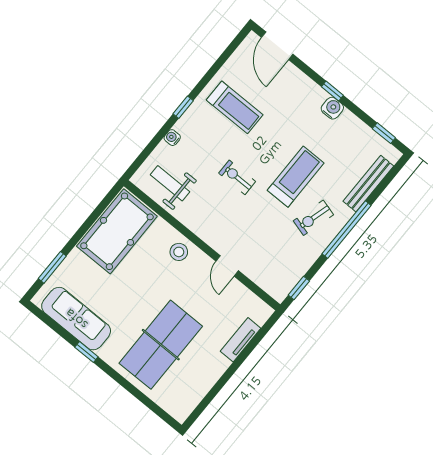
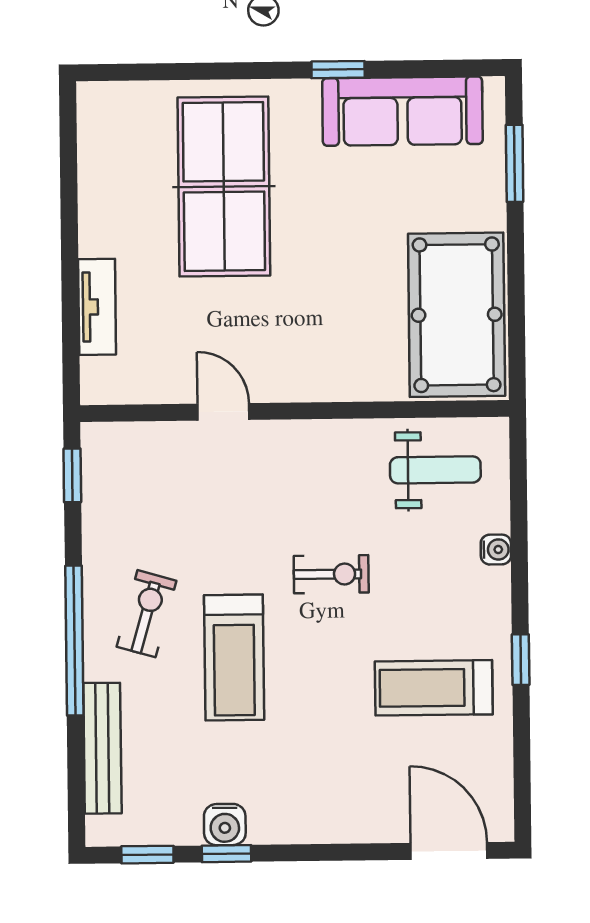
window: (332, 91) -> (227, 854), moved
window: (183, 107) -> (521, 660), moved
water cooler: (332, 108) -> (225, 825), moved
stool: (179, 252) -> (324, 367), removed

